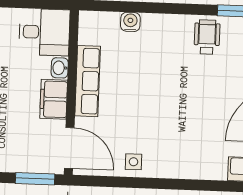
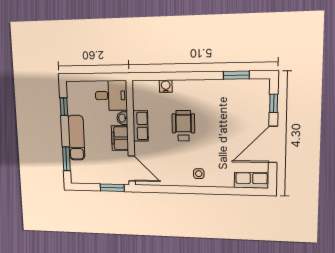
wheelchair: (207, 37) -> (183, 126), moved, width x1.36, depth x1.37
row of seats: (88, 81) -> (140, 126), width x0.68
side table: (133, 162) -> (199, 174), moved

